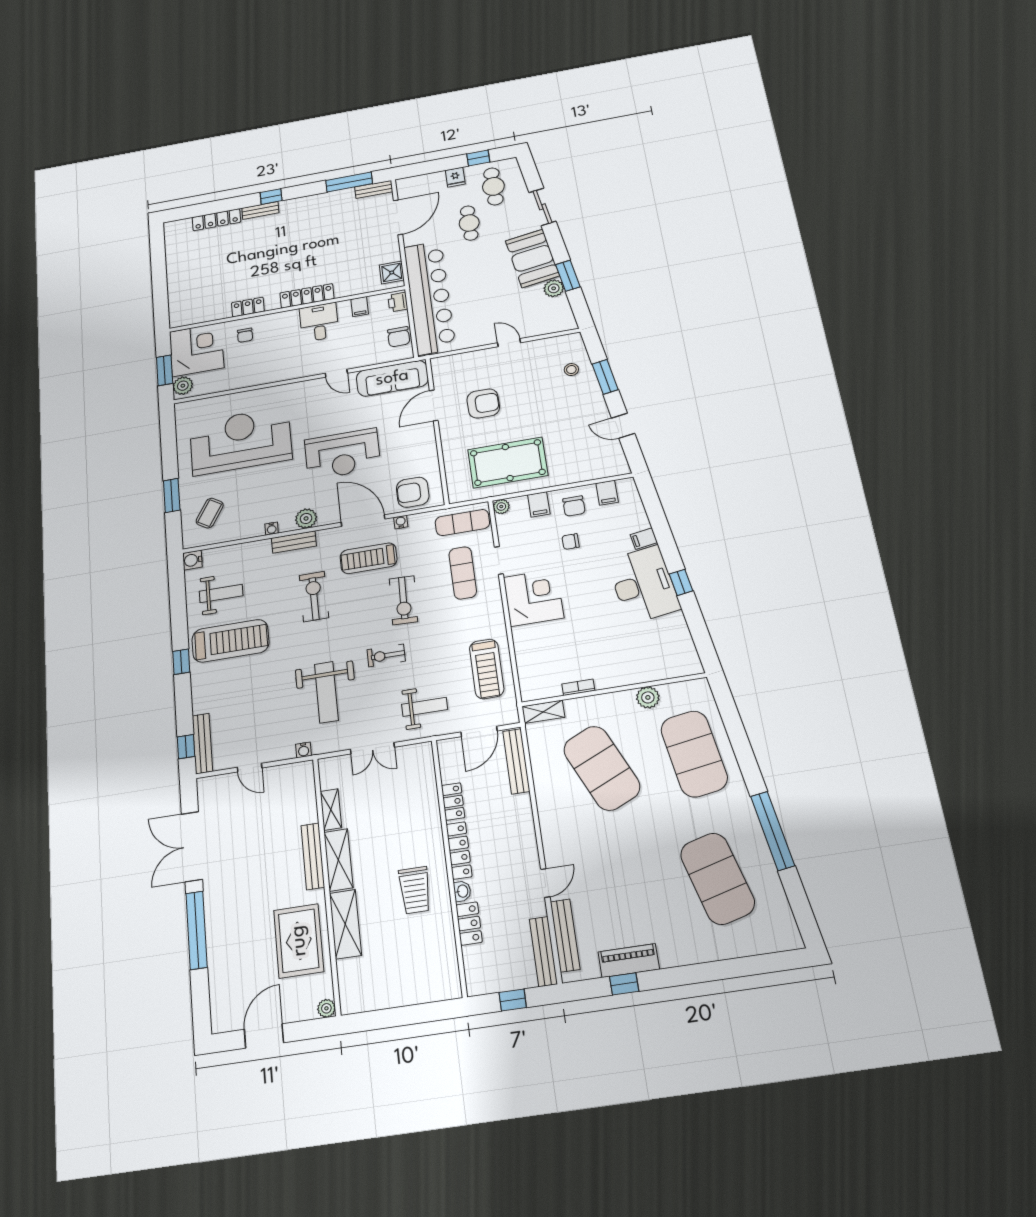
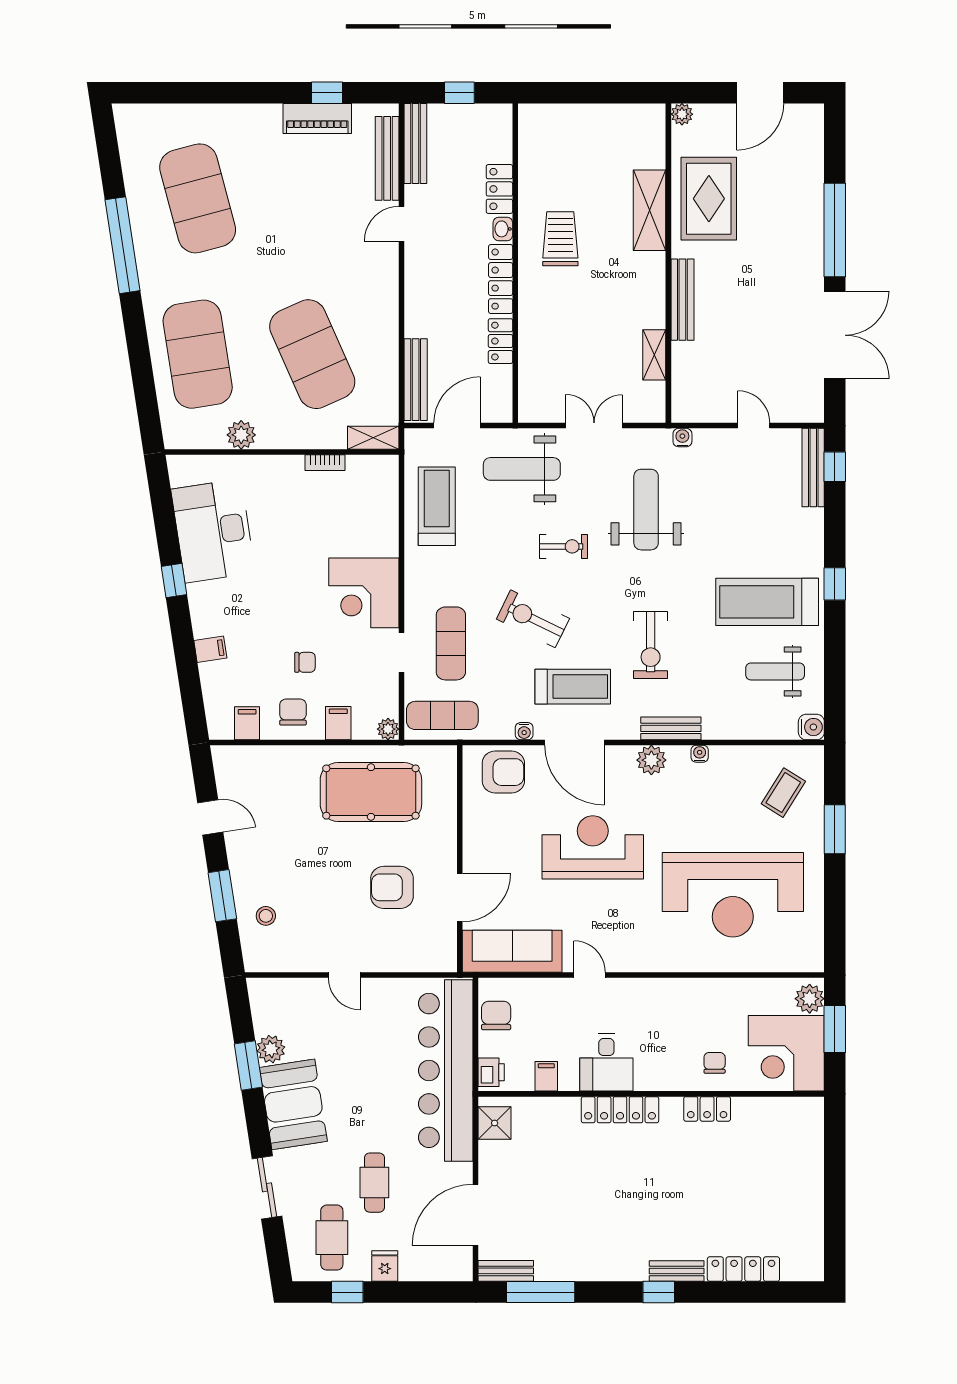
desk: (643, 585) -> (213, 531), moved
exercise bike: (403, 600) -> (533, 619), turned -66
weight bench: (425, 707) -> (522, 469), width x1.36, depth x1.33
shelving: (338, 860) -> (651, 290), removed

